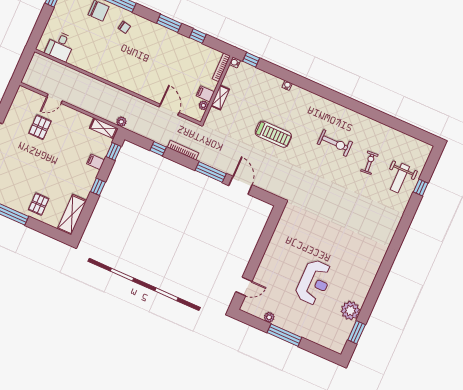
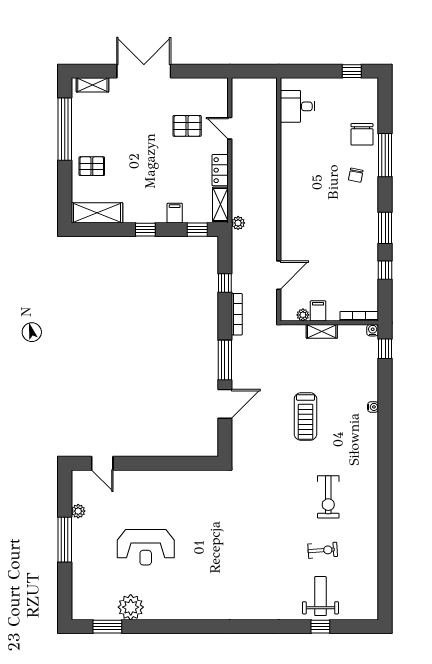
locker: (80, 118) -> (220, 170), added
weight bench: (400, 178) -> (320, 596), turned 90

